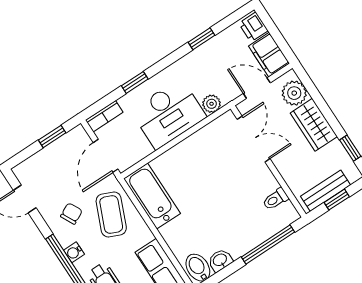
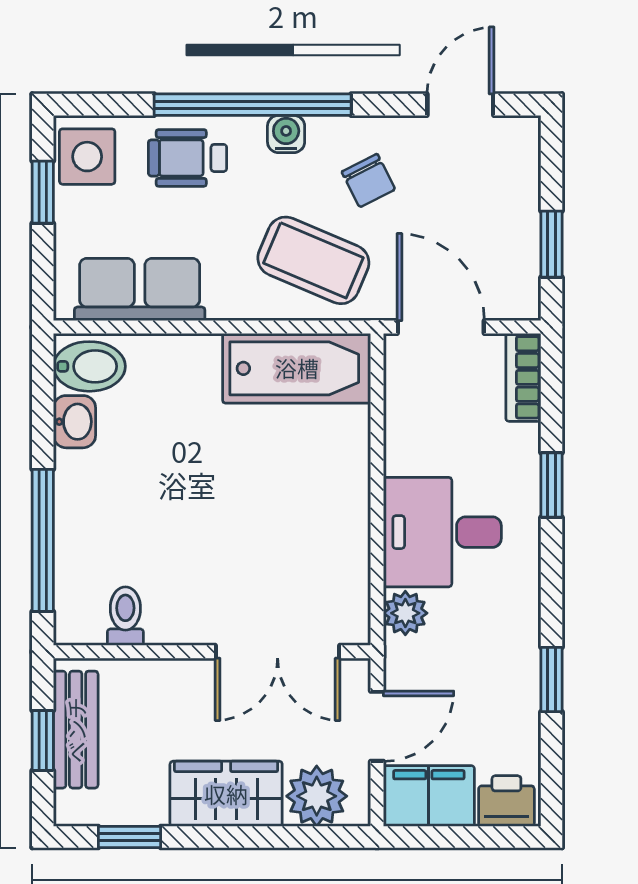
desk: (168, 114) -> (442, 532), width x0.73

